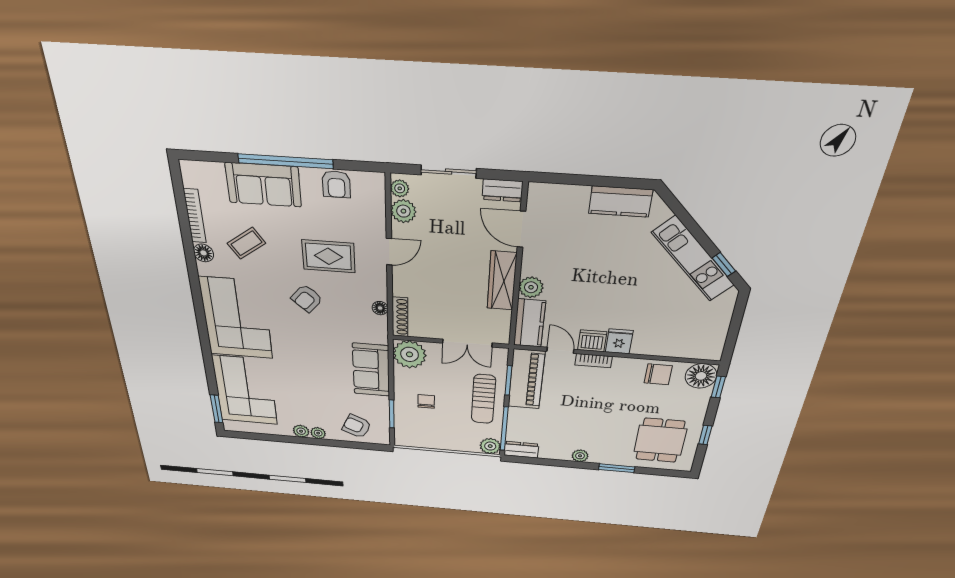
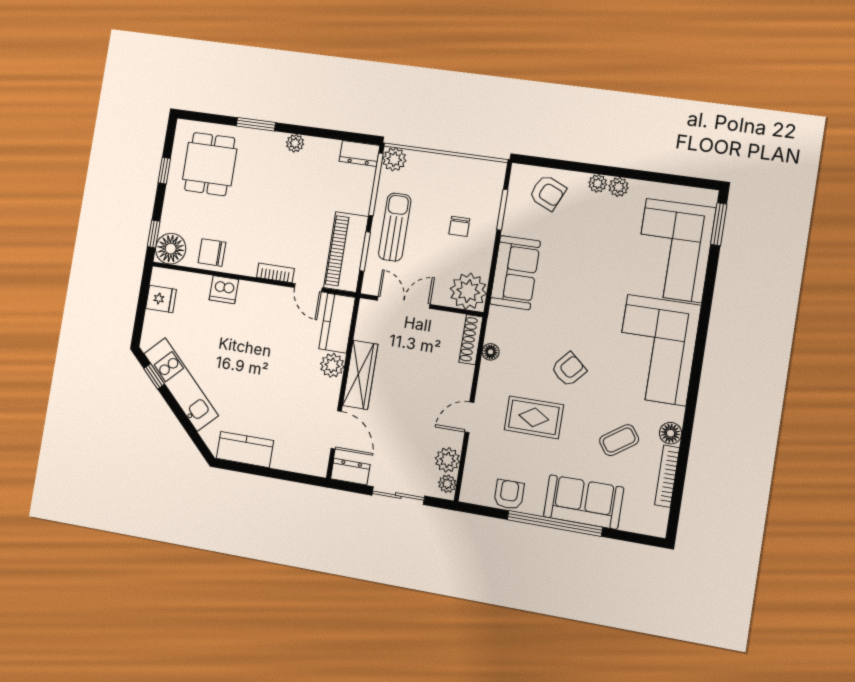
dishwasher: (592, 341) -> (224, 290), moved
fridge: (619, 341) -> (161, 299), moved, turned -90

